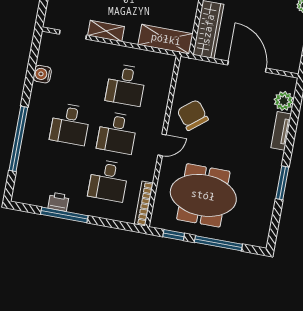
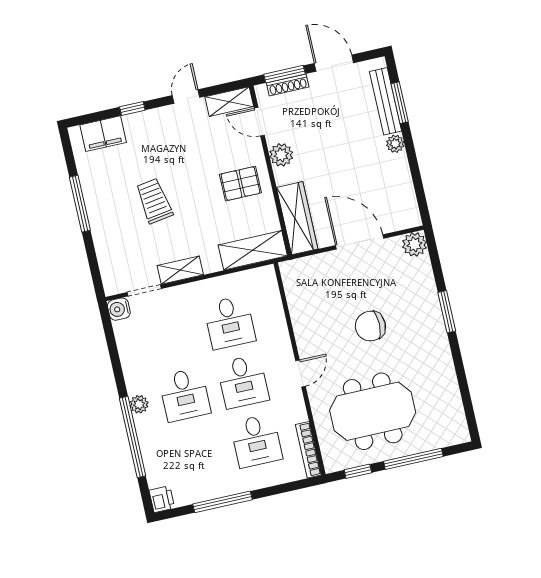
water cooler: (42, 74) -> (119, 309), moved
plant: (284, 101) -> (414, 244), moved
chair: (193, 115) -> (370, 326), moved, turned -51
plant: (33, 117) -> (139, 404), added
tv unit: (281, 131) -> (430, 299), removed
window: (282, 183) -> (447, 312), moved
printer: (58, 202) -> (162, 499), moved, turned 90

